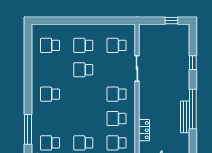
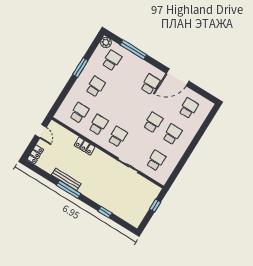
window: (171, 21) -> (155, 206), moved
door: (28, 73) -> (178, 77), added
window: (193, 109) -> (69, 189), width x0.68
locker: (144, 130) -> (85, 146), moved

